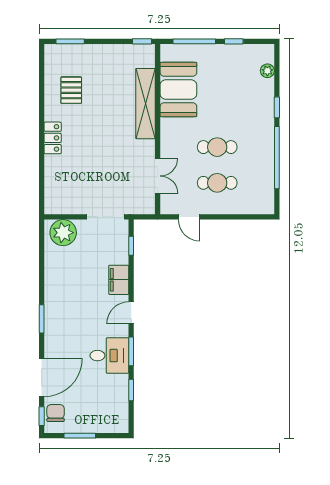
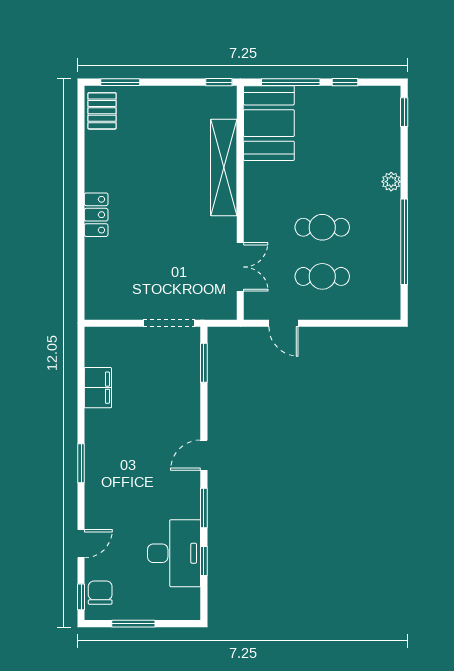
plant: (267, 71) -> (391, 182), moved
booth: (178, 89) -> (269, 123), moved
pallet: (71, 90) -> (102, 111), moved
window: (277, 107) -> (404, 112), moved
plant: (63, 233) -> (111, 345), removed
window: (131, 246) -> (204, 363), width x1.50
filing cabinet: (119, 280) -> (98, 388), moved, turned 180
desk: (109, 356) -> (174, 553), moved, width x1.37
door: (42, 377) -> (81, 544), width x0.53

